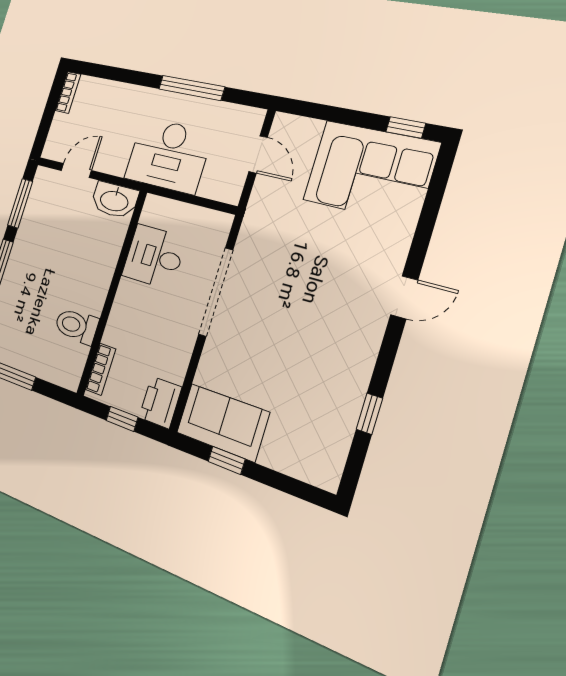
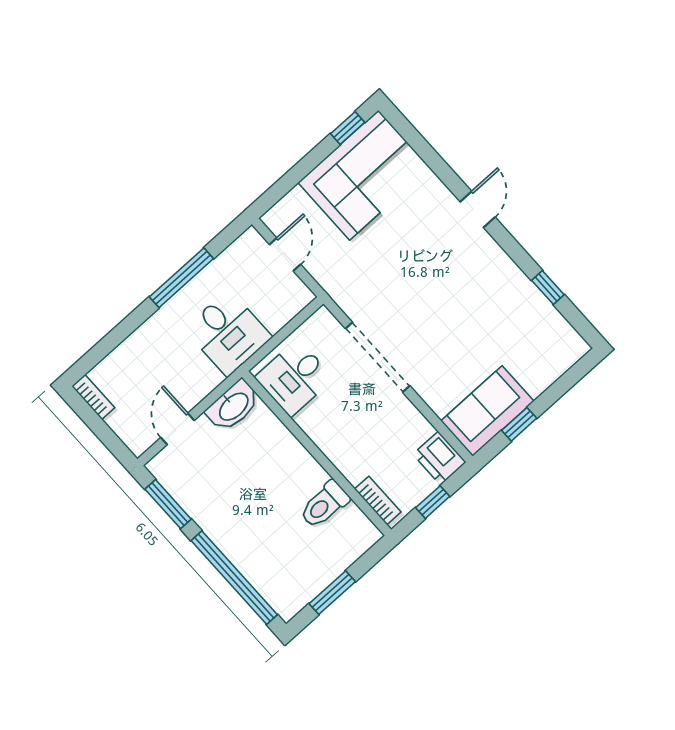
door: (258, 154) -> (285, 254), hinge flipped
desk: (168, 155) -> (228, 333), width x0.73
desk: (154, 257) -> (294, 378), moved

